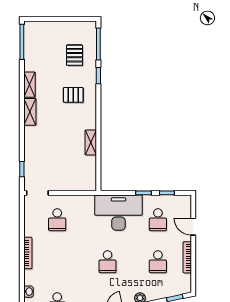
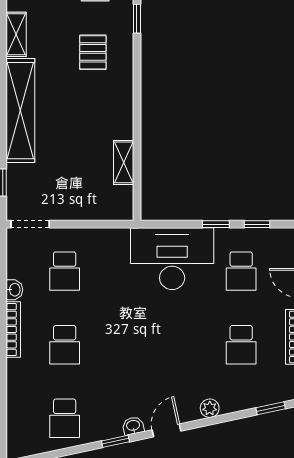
pallet: (73, 95) -> (93, 52), turned 90
shelving: (30, 112) -> (20, 111), width x2.20, depth x1.33
shelving: (91, 143) -> (124, 162), moved
school desk: (108, 262) -> (65, 345), moved
washbasin: (28, 292) -> (14, 290), moved

